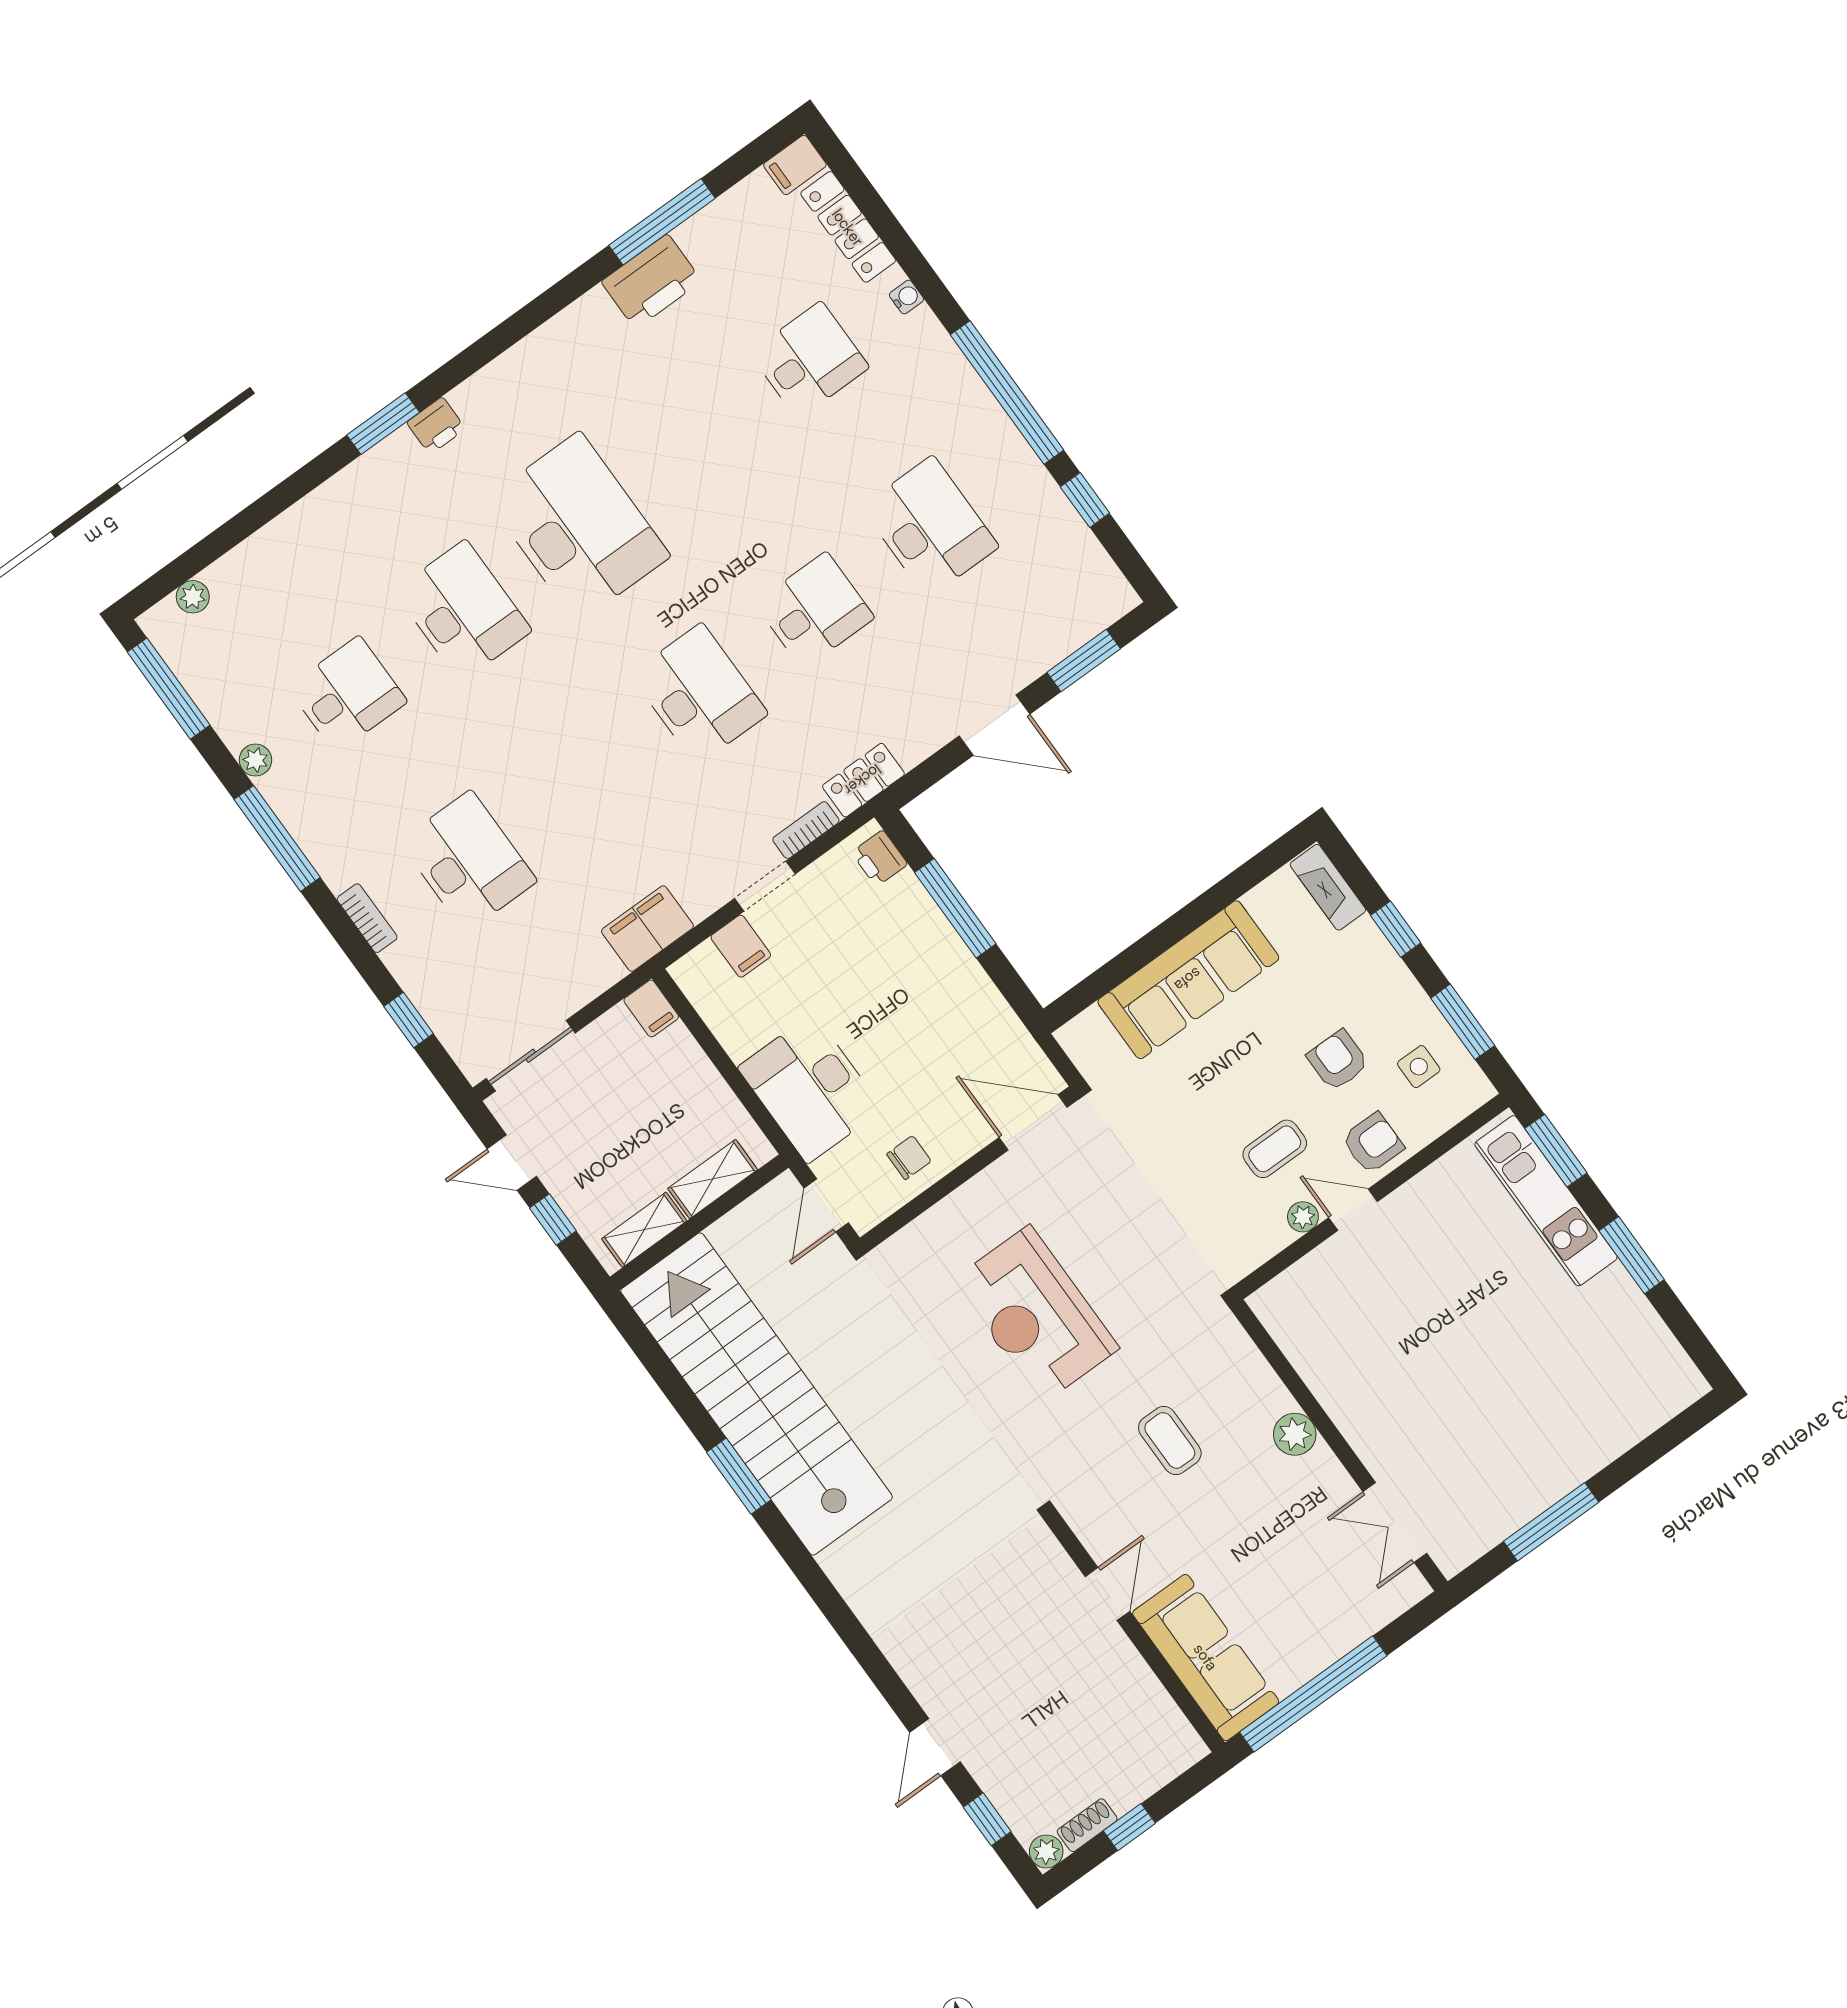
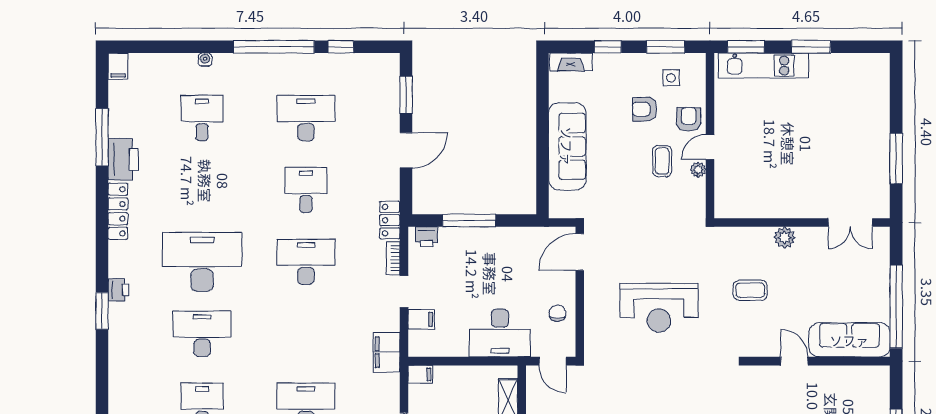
locker: (848, 227) -> (118, 211), moved, turned -90

